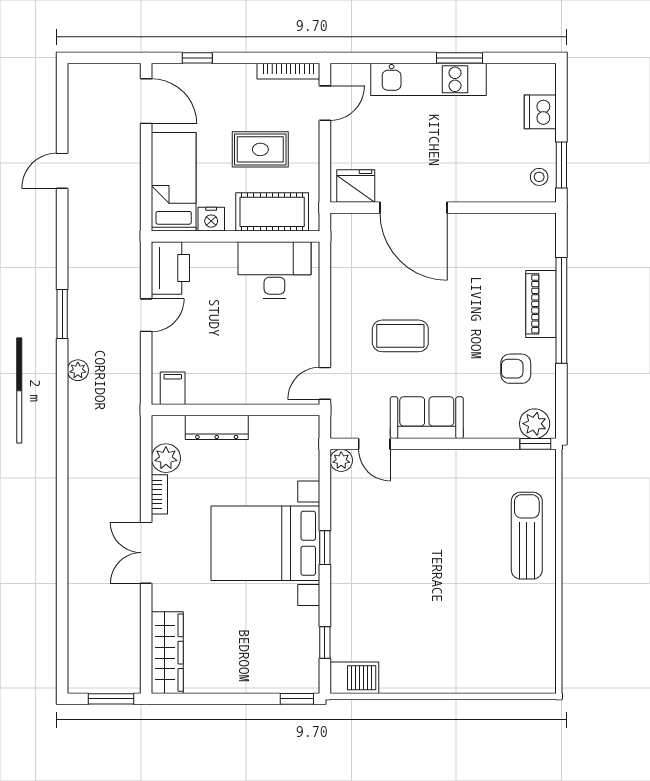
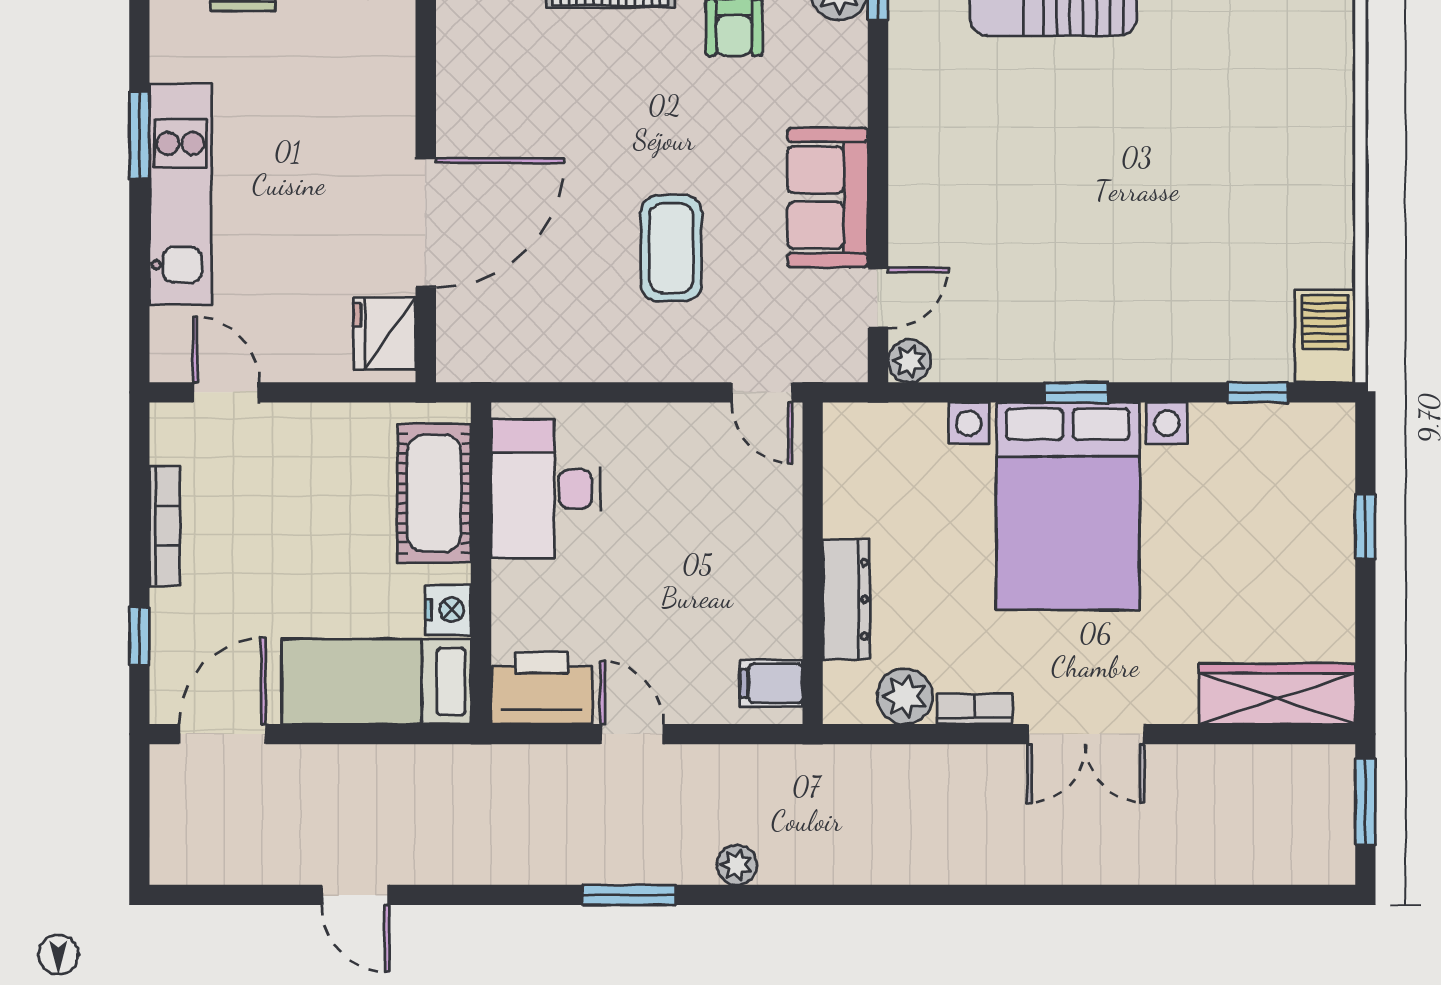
bookcase: (288, 71) -> (165, 526), moved
rug: (260, 149) -> (315, 516), removed
window: (297, 699) -> (1365, 527), moved

